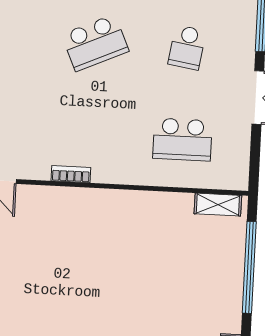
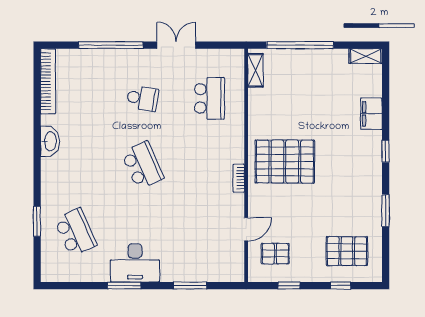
pallet: (90, 239) -> (285, 162), added

